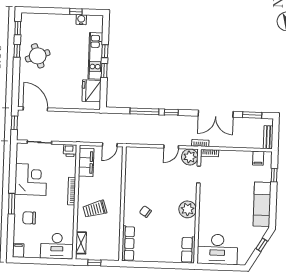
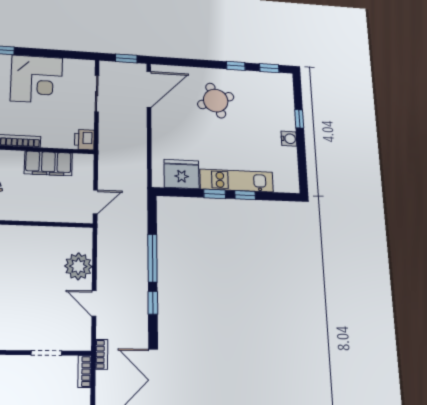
window: (76, 12) -> (299, 119), moved
water cooler: (81, 20) -> (289, 139), moved
round table: (38, 56) -> (216, 101), moved
door: (110, 145) -> (95, 202), swing flipped
plant: (190, 157) -> (78, 266), moved
filing cabinet: (86, 162) -> (48, 163), moved

